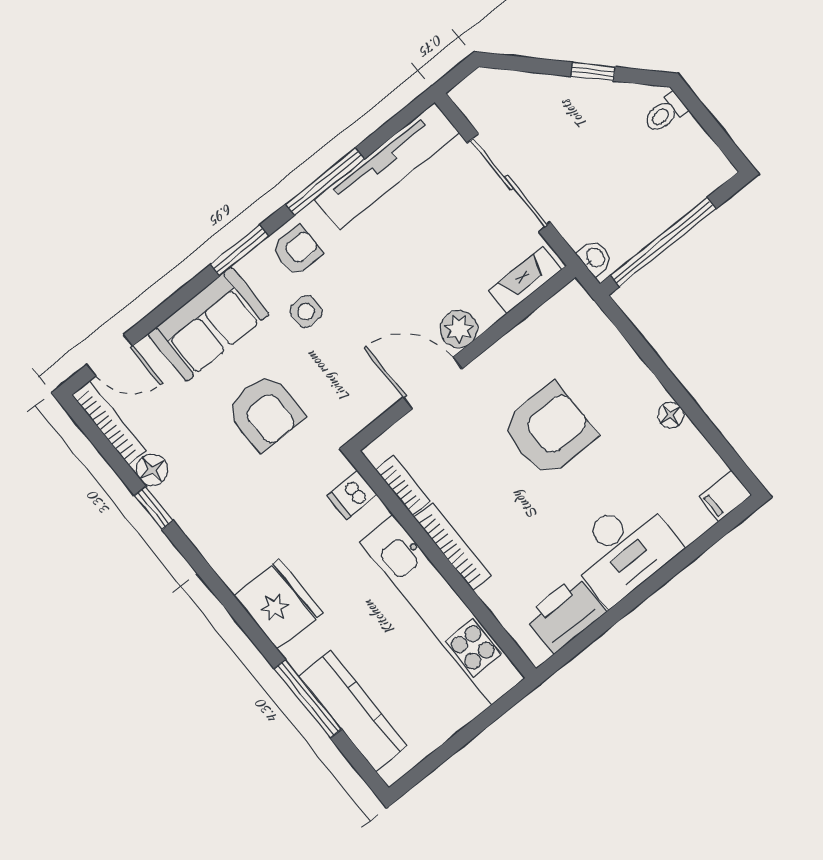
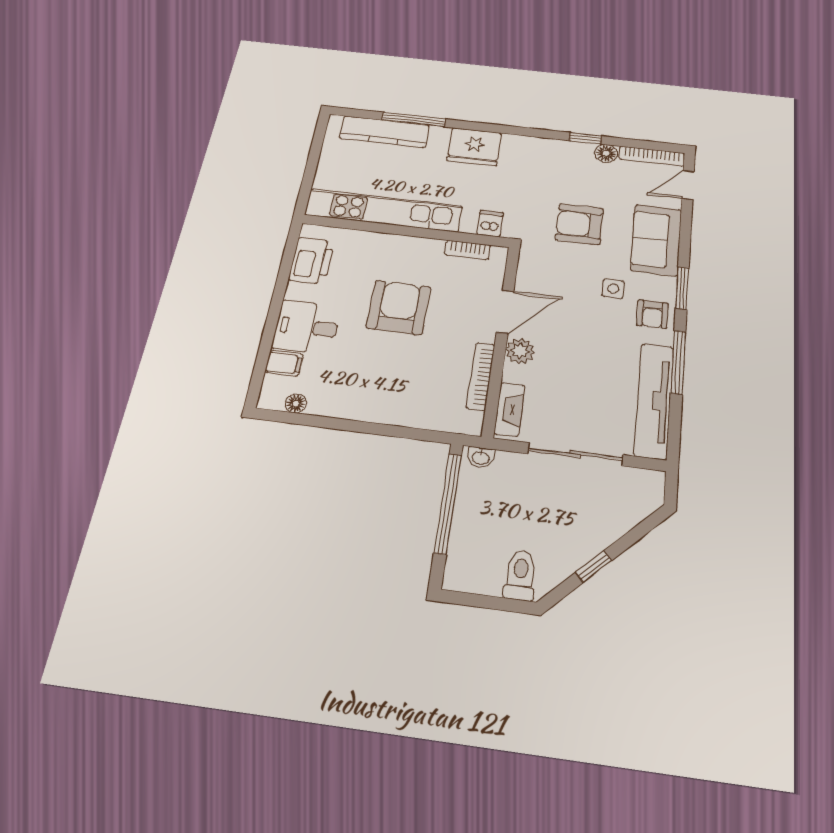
toilet: (665, 113) -> (520, 575), width x1.37, depth x1.39
floor lamp: (671, 415) -> (296, 404), moved
armchair: (549, 430) -> (399, 307), moved, turned 180
filing cabinet: (725, 496) -> (284, 363), moved, turned 90
bookcase: (453, 547) -> (481, 376), moved, turned 90
desk: (623, 549) -> (307, 327), width x0.73

